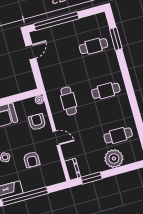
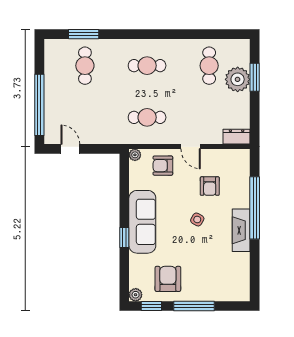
cafe table: (106, 91) -> (147, 66), turned 90
door: (56, 138) -> (191, 147), swing flipped
armchair: (32, 160) -> (210, 186), turned 90
window: (91, 178) -> (255, 77), moved

